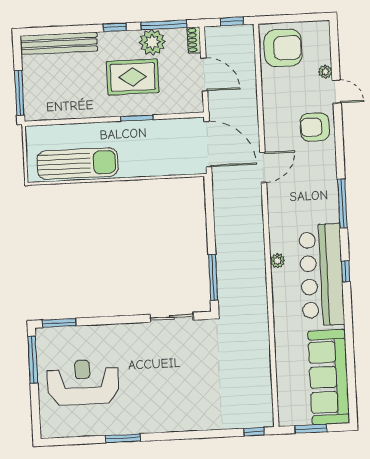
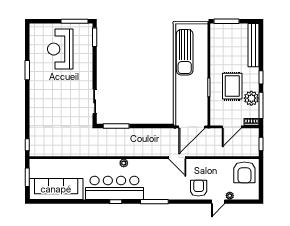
reception desk: (83, 382) -> (60, 49), turned 180

